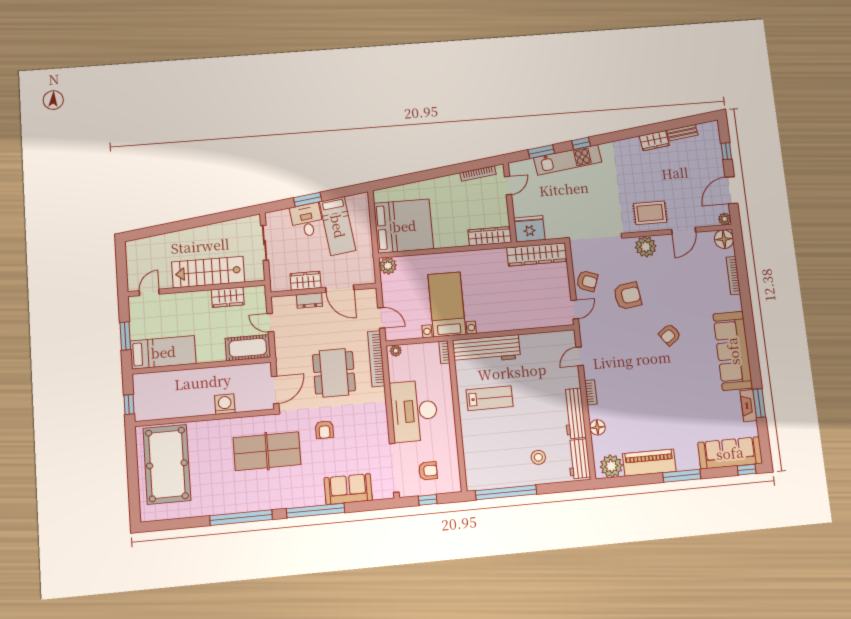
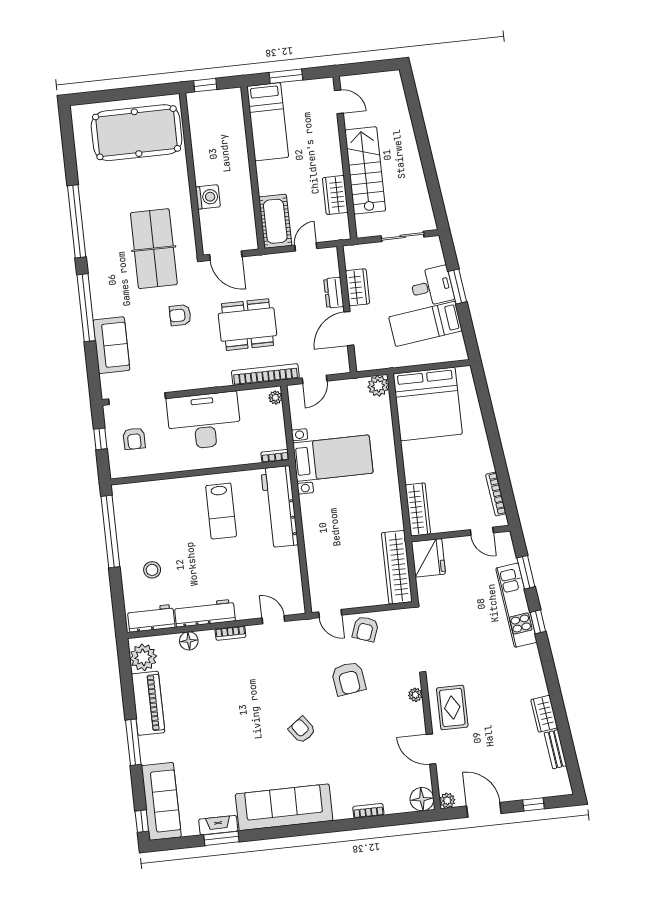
plant: (646, 247) -> (415, 695), width x0.53, depth x0.53
bookcase: (733, 276) -> (368, 811), width x0.64

